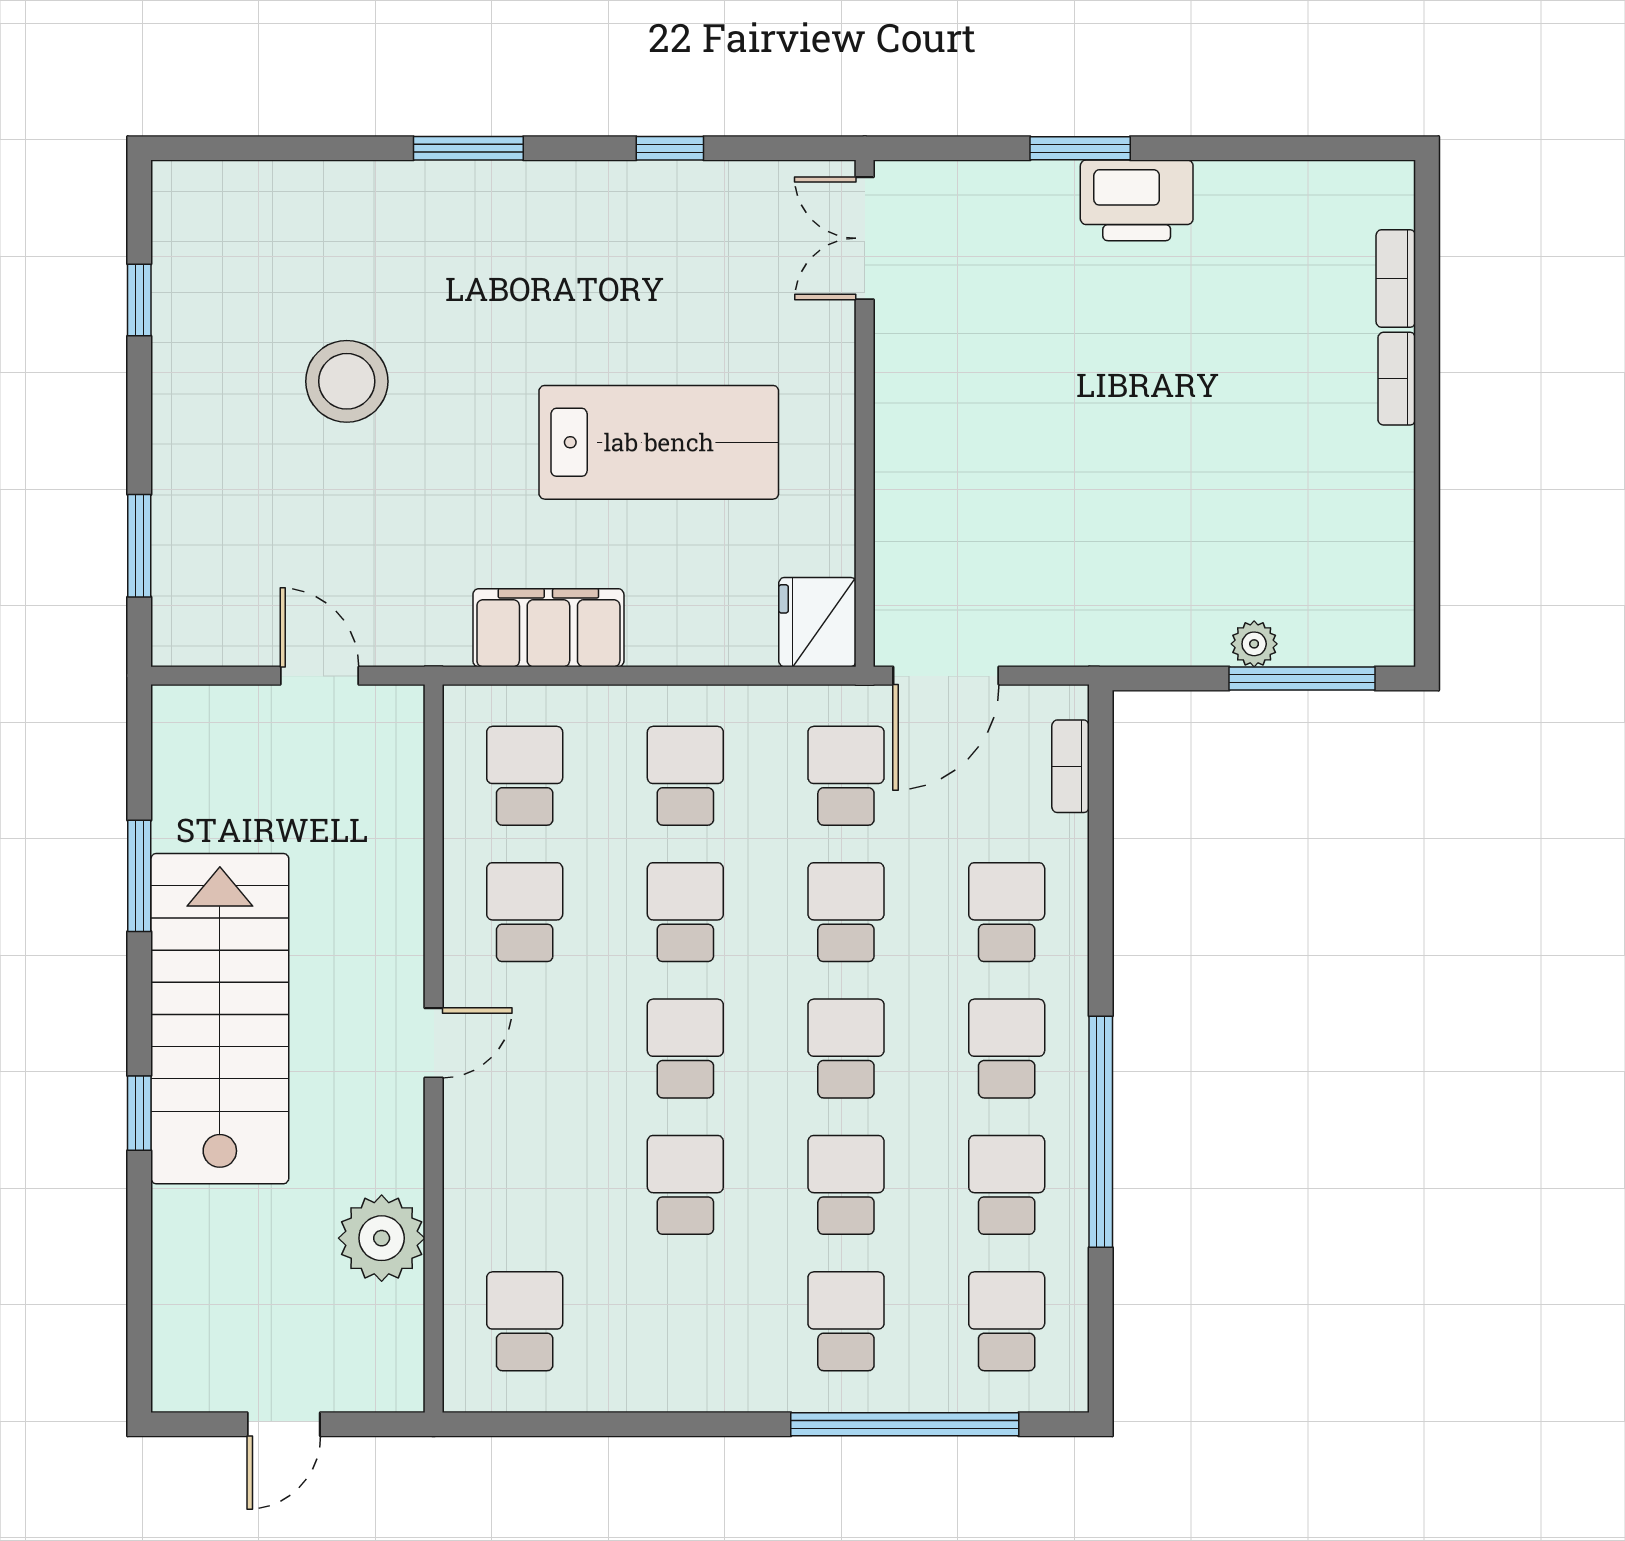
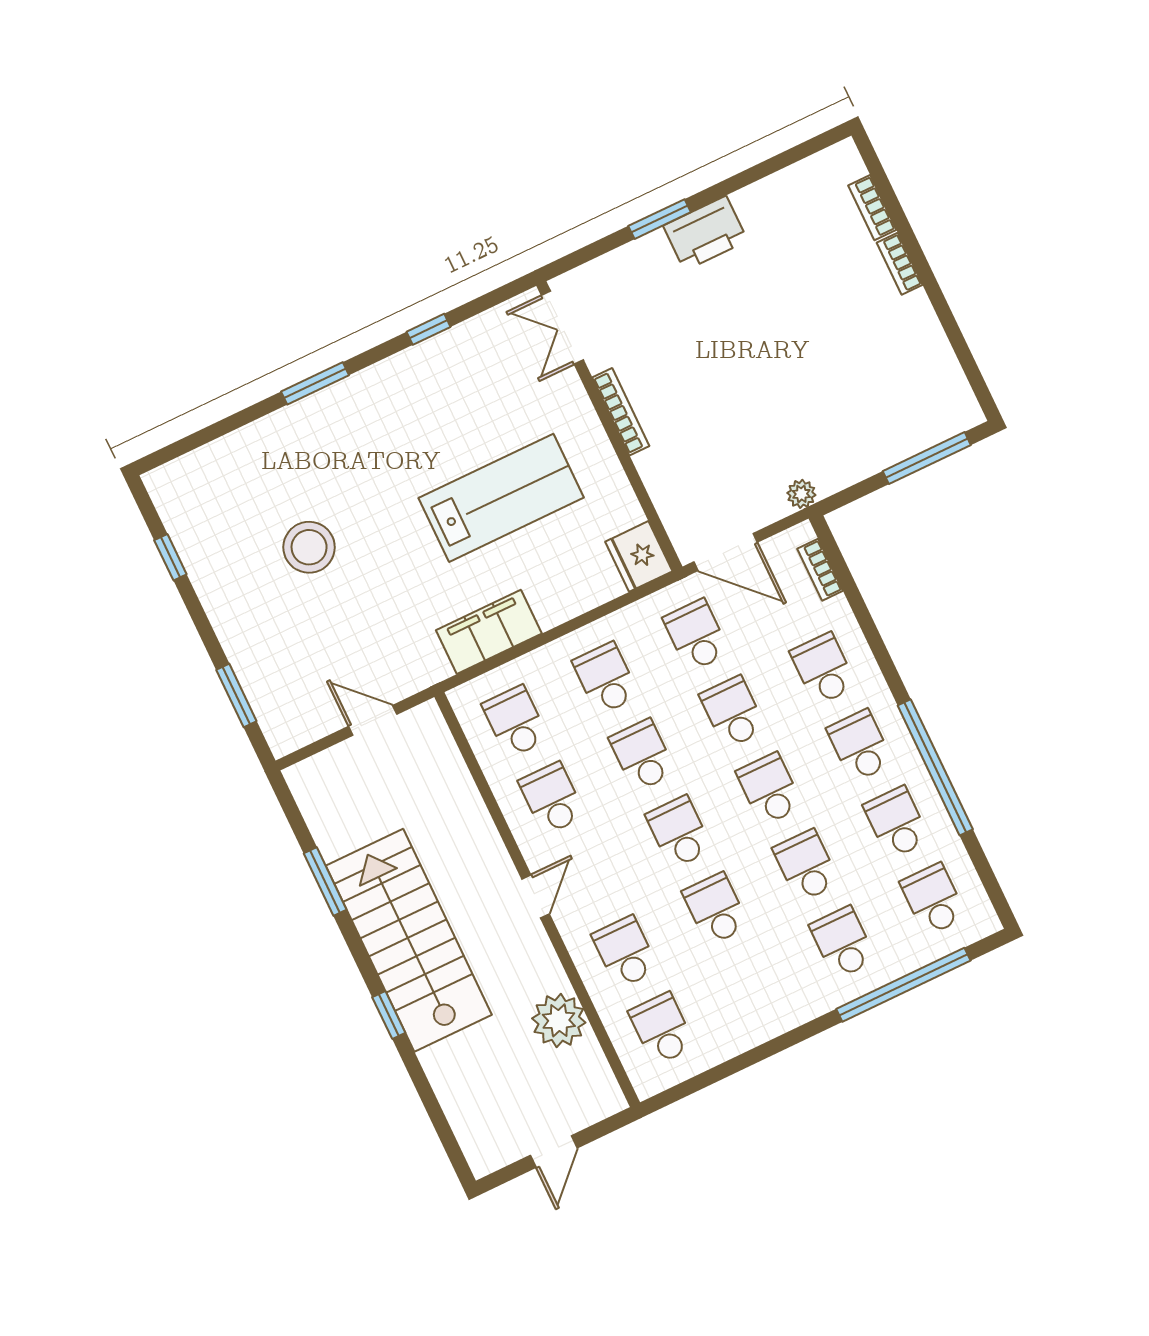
bookcase: (891, 400) -> (621, 412), added
plant: (1254, 644) -> (801, 494), moved
door: (946, 676) -> (726, 552), hinge flipped
school desk: (525, 1185) -> (625, 952), added

